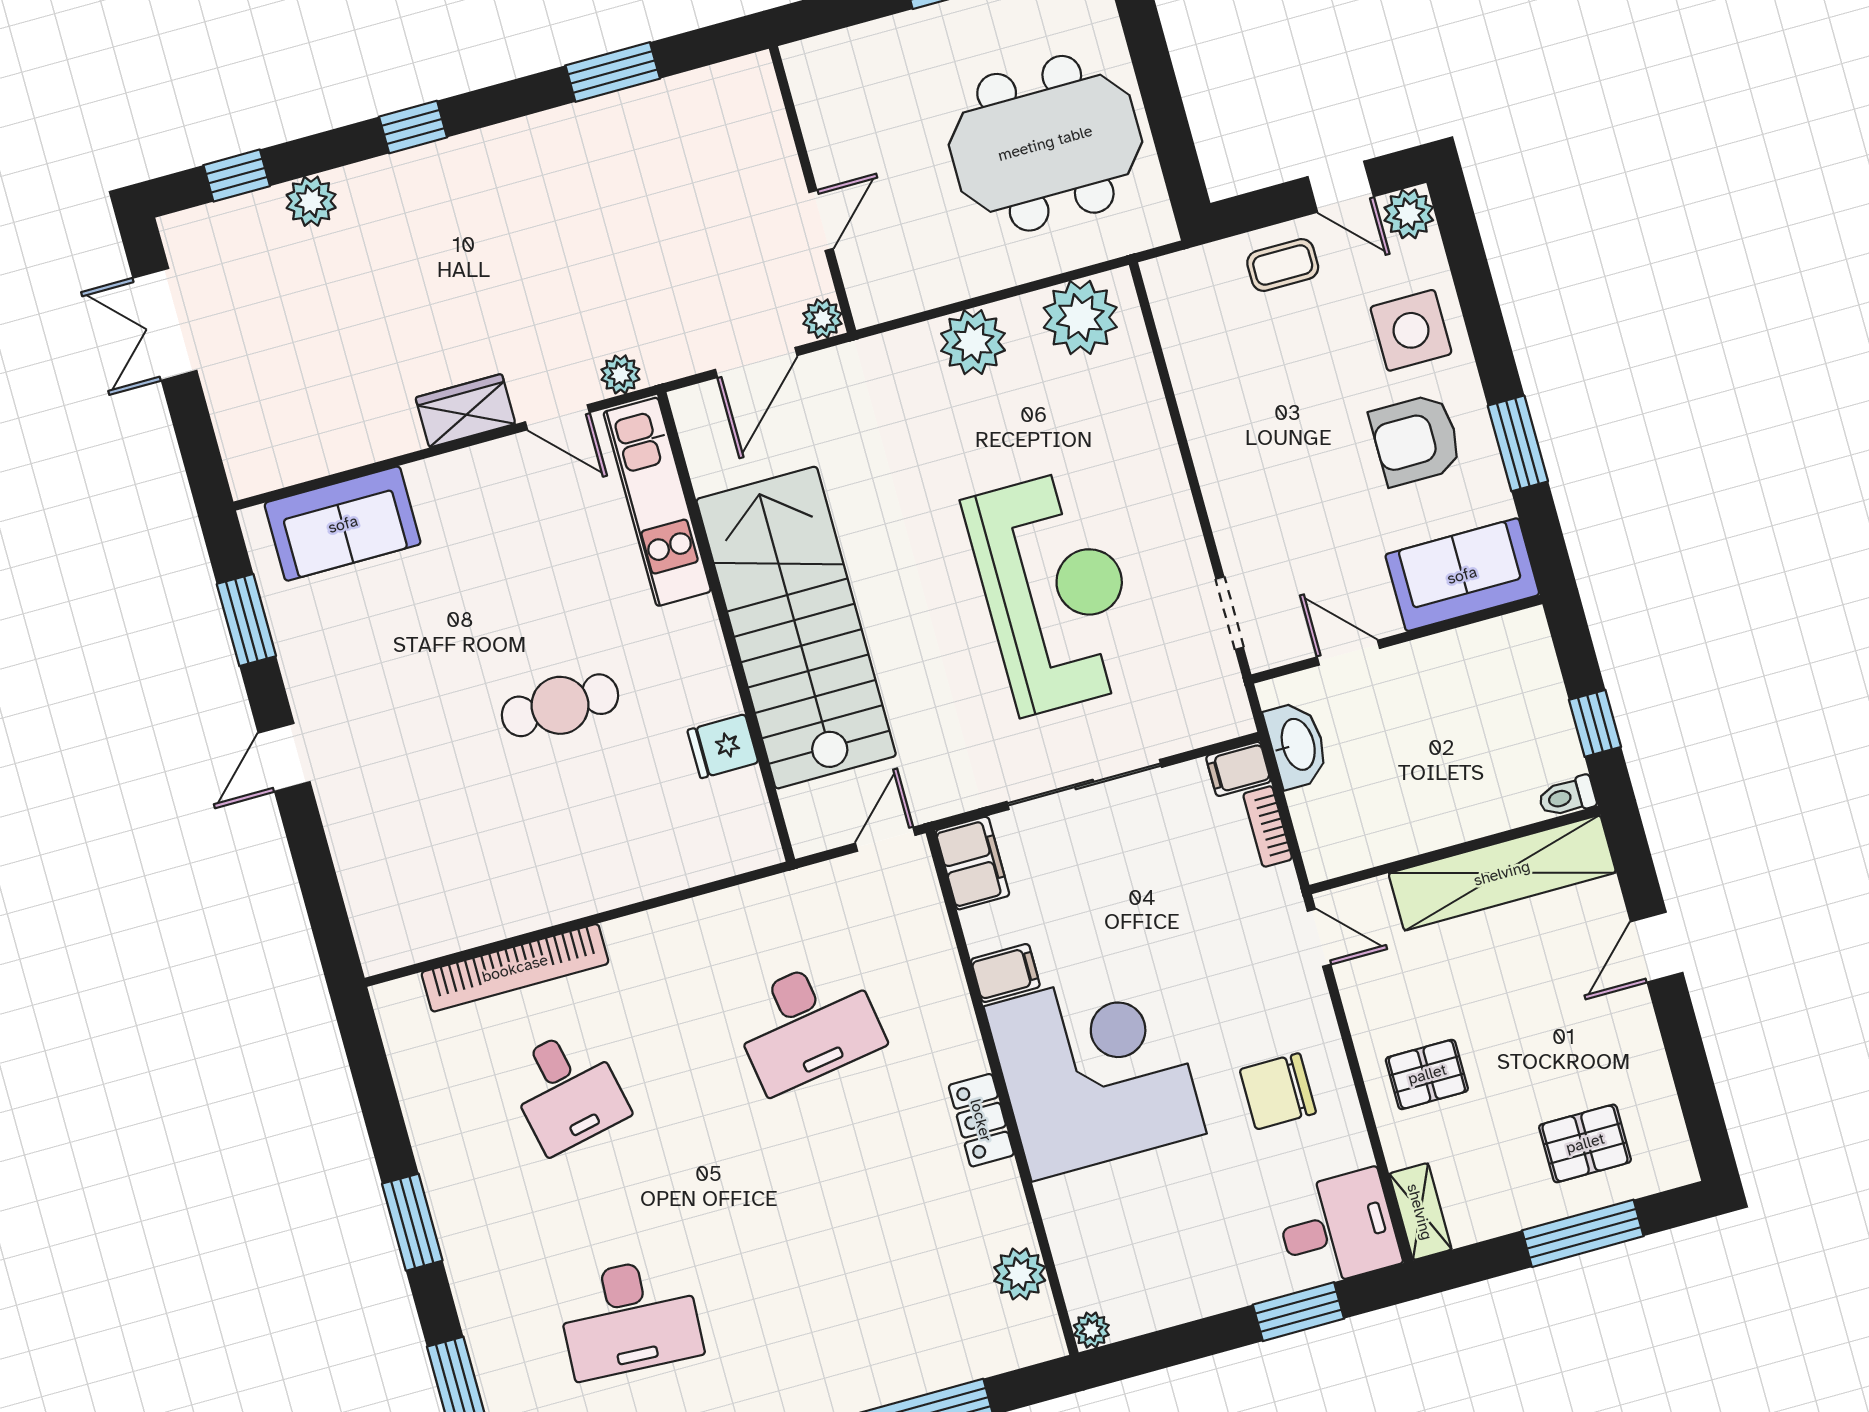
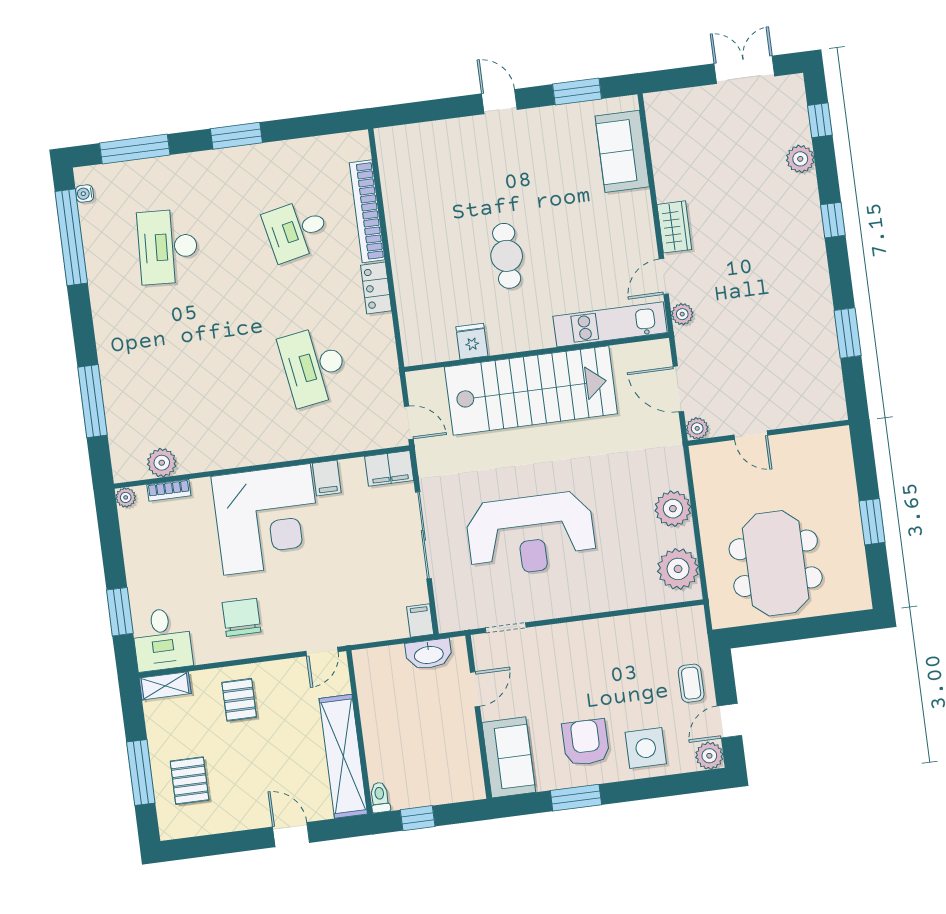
bookcase: (1268, 826) -> (169, 490), moved, turned 180
locker: (981, 1120) -> (376, 288), moved, turned -90

